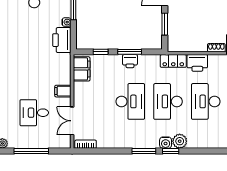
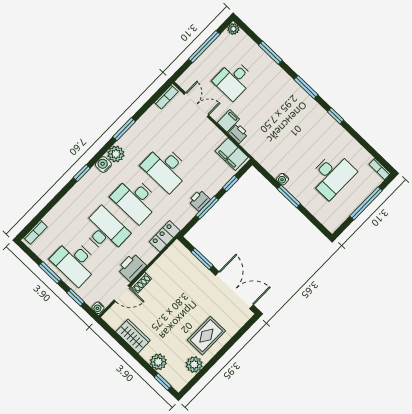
printer: (62, 40) -> (238, 133), moved, width x0.53, depth x0.68
printer: (197, 63) -> (132, 267), moved
desk: (168, 101) -> (135, 200), turned 180
desk: (34, 113) -> (233, 80), turned 180
plant: (180, 141) -> (116, 154), moved
window: (144, 151) -> (124, 129), moved
window: (171, 151) -> (82, 173), moved

